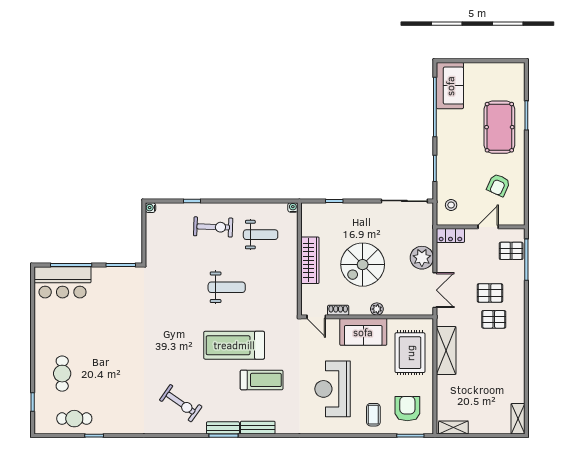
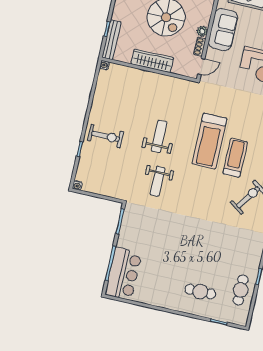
bench: (323, 209) -> (111, 40), added
exercise bike: (213, 227) -> (106, 136), turned 88
weight bench: (261, 235) -> (158, 181), moved, turned 180
plant: (377, 309) -> (202, 31), moved
treadmill: (262, 380) -> (235, 158), moved

